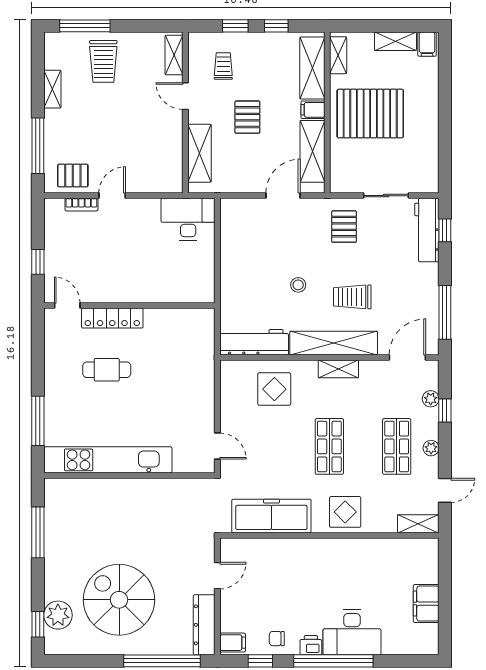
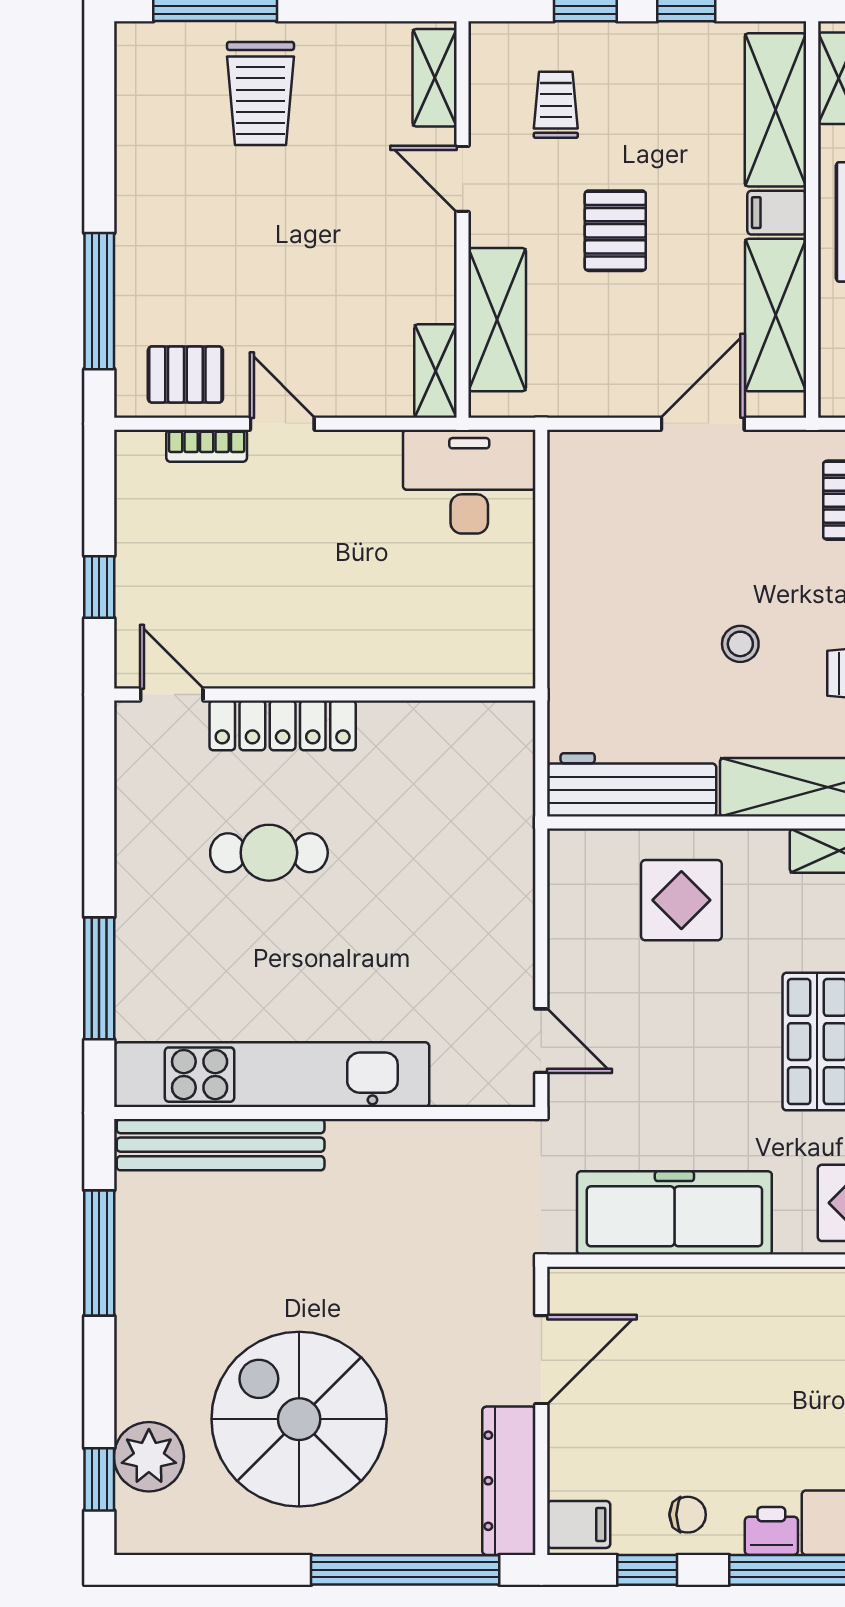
shelving: (52, 89) -> (436, 371), moved
door: (112, 196) -> (282, 424), hinge flipped
bench: (87, 488) -> (221, 1145), added
door: (217, 576) -> (541, 1360), width x1.38
chair: (277, 639) -> (688, 1515), turned 180

